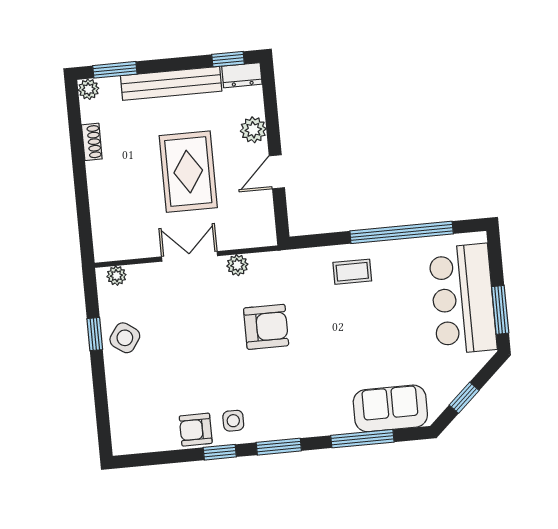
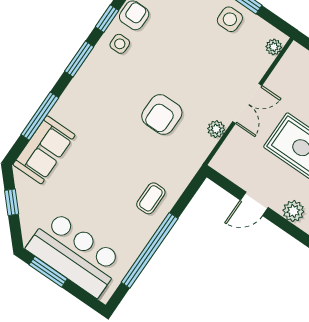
door: (277, 172) -> (254, 204), swing flipped
side table: (125, 338) -> (230, 19), turned -35

